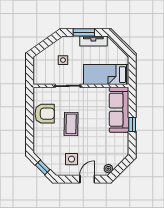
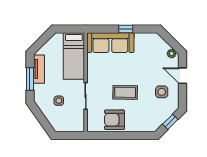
armchair: (45, 114) -> (114, 120), turned -90

